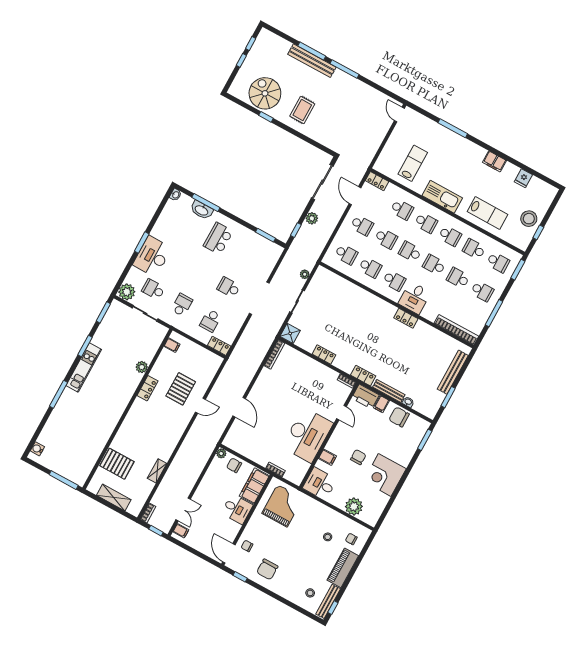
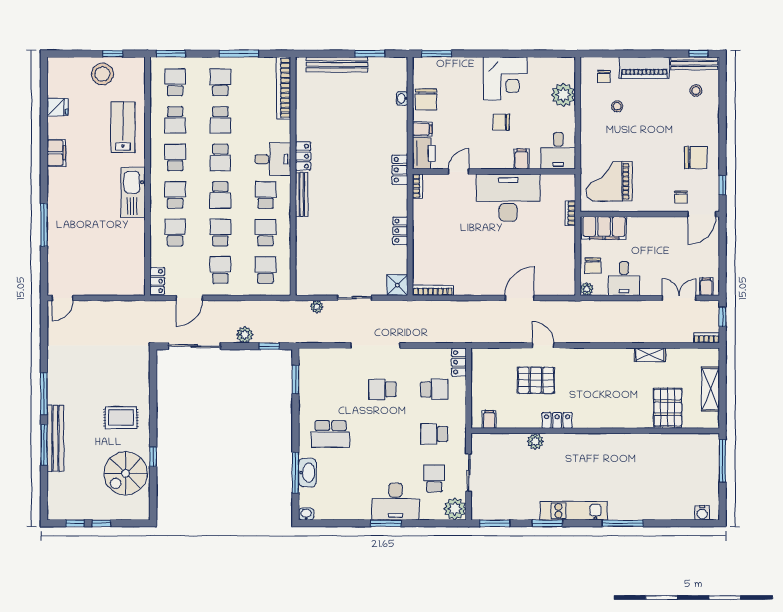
lab bench: (413, 163) -> (112, 250), removed
school desk: (229, 287) -> (382, 389), turned 90
school desk: (153, 289) -> (434, 479), turned 180
bench: (389, 391) -> (302, 195), moved
desk: (237, 509) -> (624, 279), moved, turned 180

